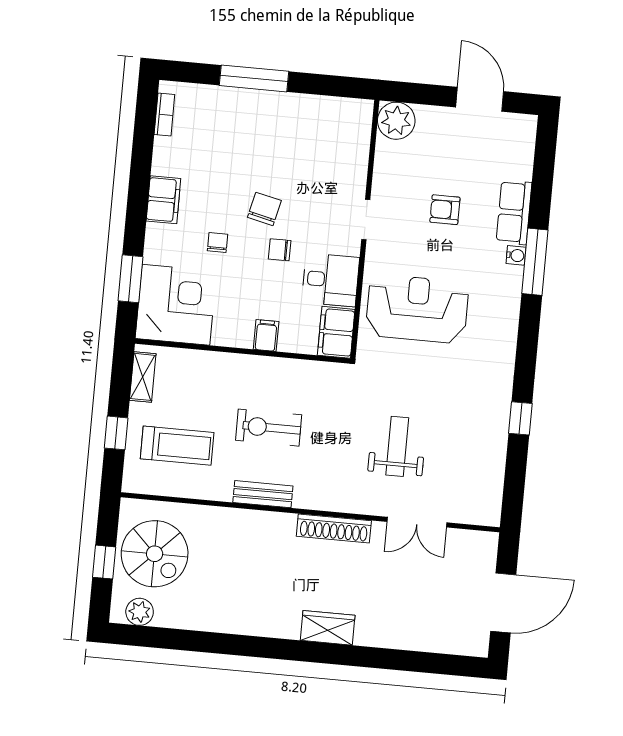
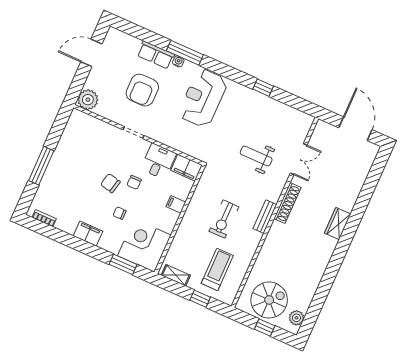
armchair: (445, 210) -> (142, 90), width x1.88, depth x1.88
reception desk: (417, 309) -> (203, 98), moved
bench: (263, 494) -> (265, 217), moved

